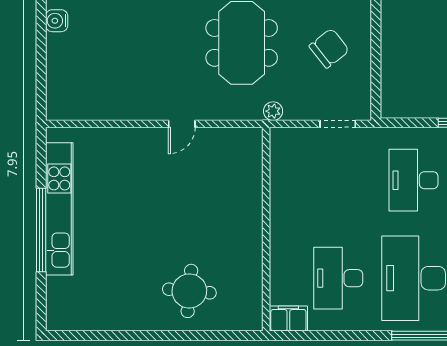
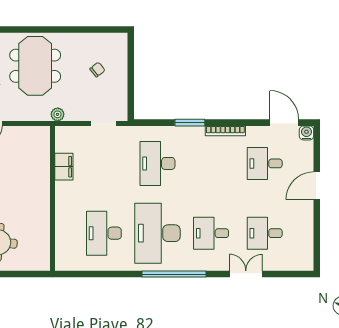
chair: (329, 48) -> (97, 70), width x0.54, depth x0.54
filing cabinet: (288, 319) -> (64, 167), moved, turned 90

